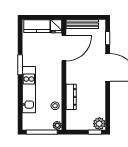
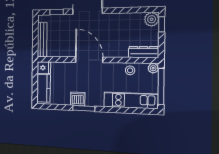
door: (64, 48) -> (89, 60), moved
dishwasher: (28, 59) -> (78, 99), added
kitchen unit: (29, 90) -> (131, 100), moved
dresser: (71, 97) -> (143, 52), moved

